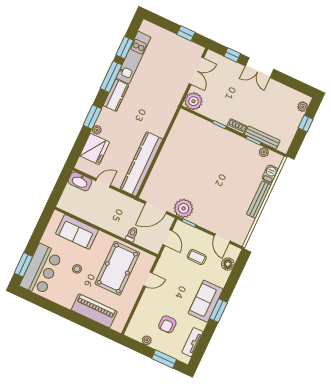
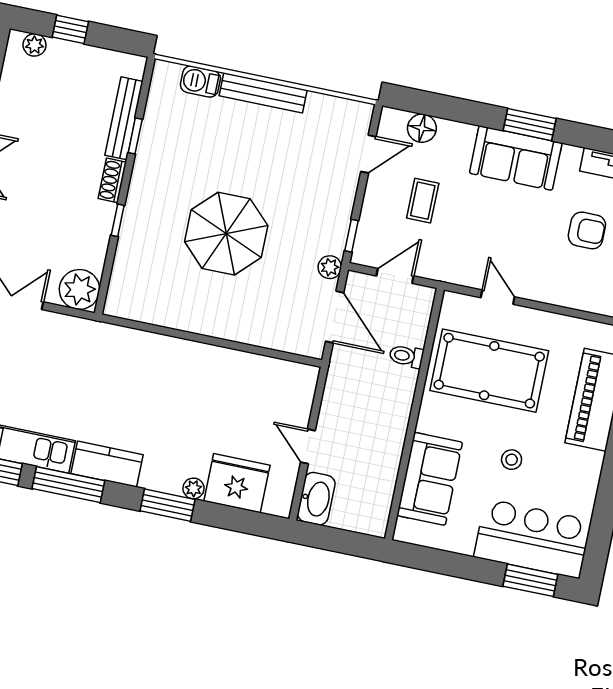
plant: (264, 152) -> (156, 107), removed
kitchen counter: (141, 164) -> (246, 372), removed
parasol: (203, 170) -> (226, 234), added
plant: (184, 208) -> (330, 267), width x0.53, depth x0.53

